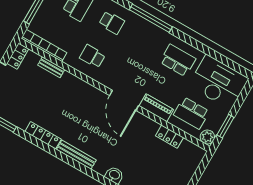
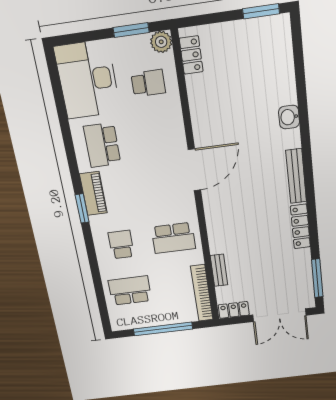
window: (151, 18) -> (82, 208), width x0.47
school desk: (92, 56) -> (173, 238), width x1.85
piano: (156, 108) -> (93, 194), moved, turned 180
school desk: (191, 113) -> (148, 83), width x0.54
locker: (169, 137) -> (191, 55), moved

